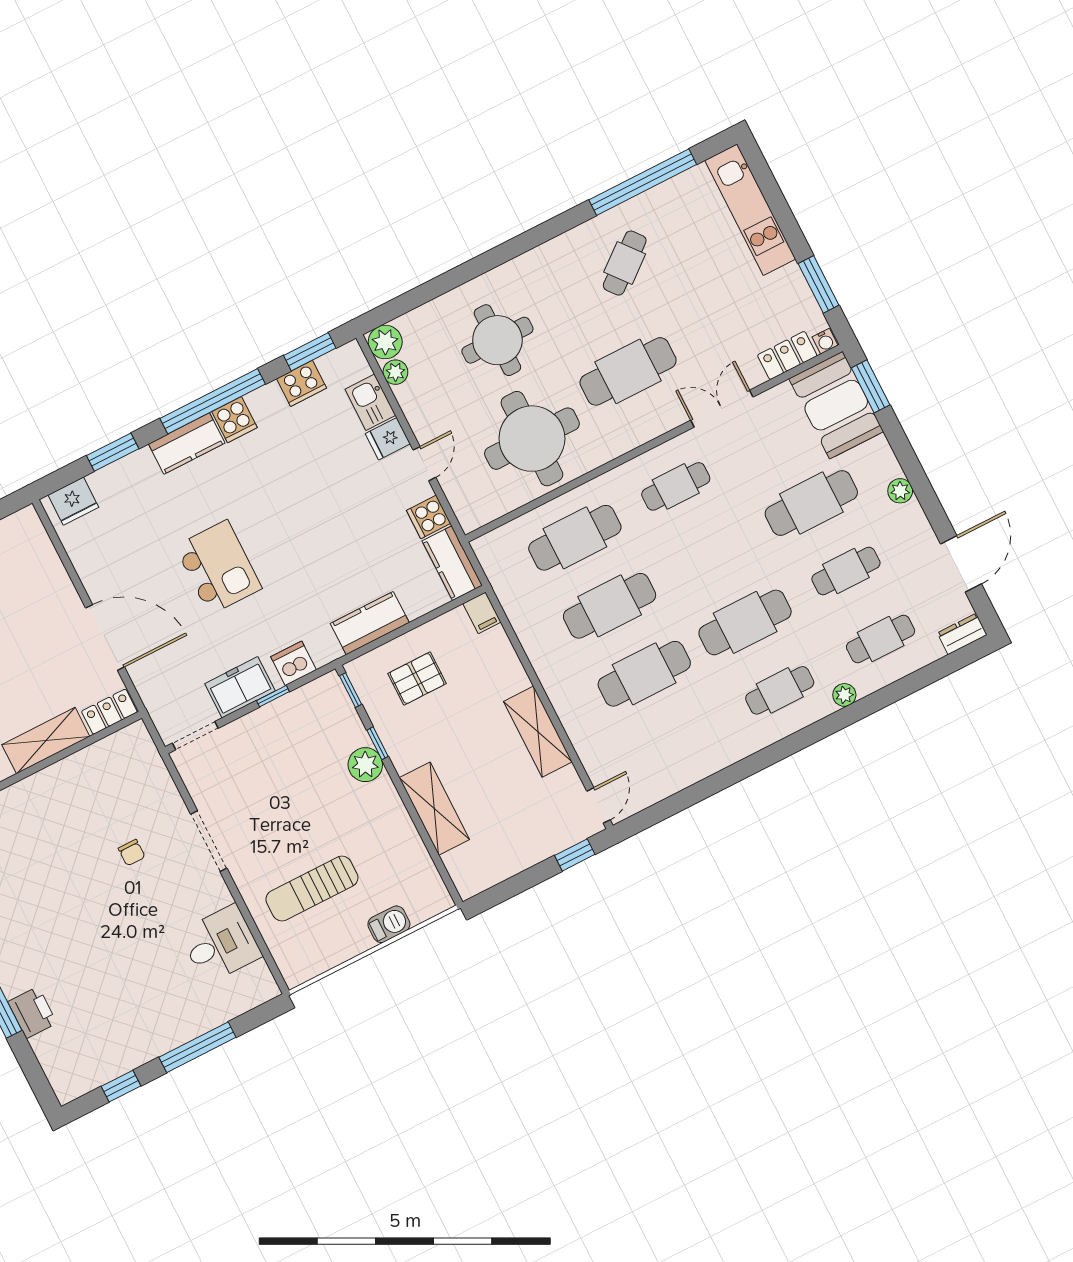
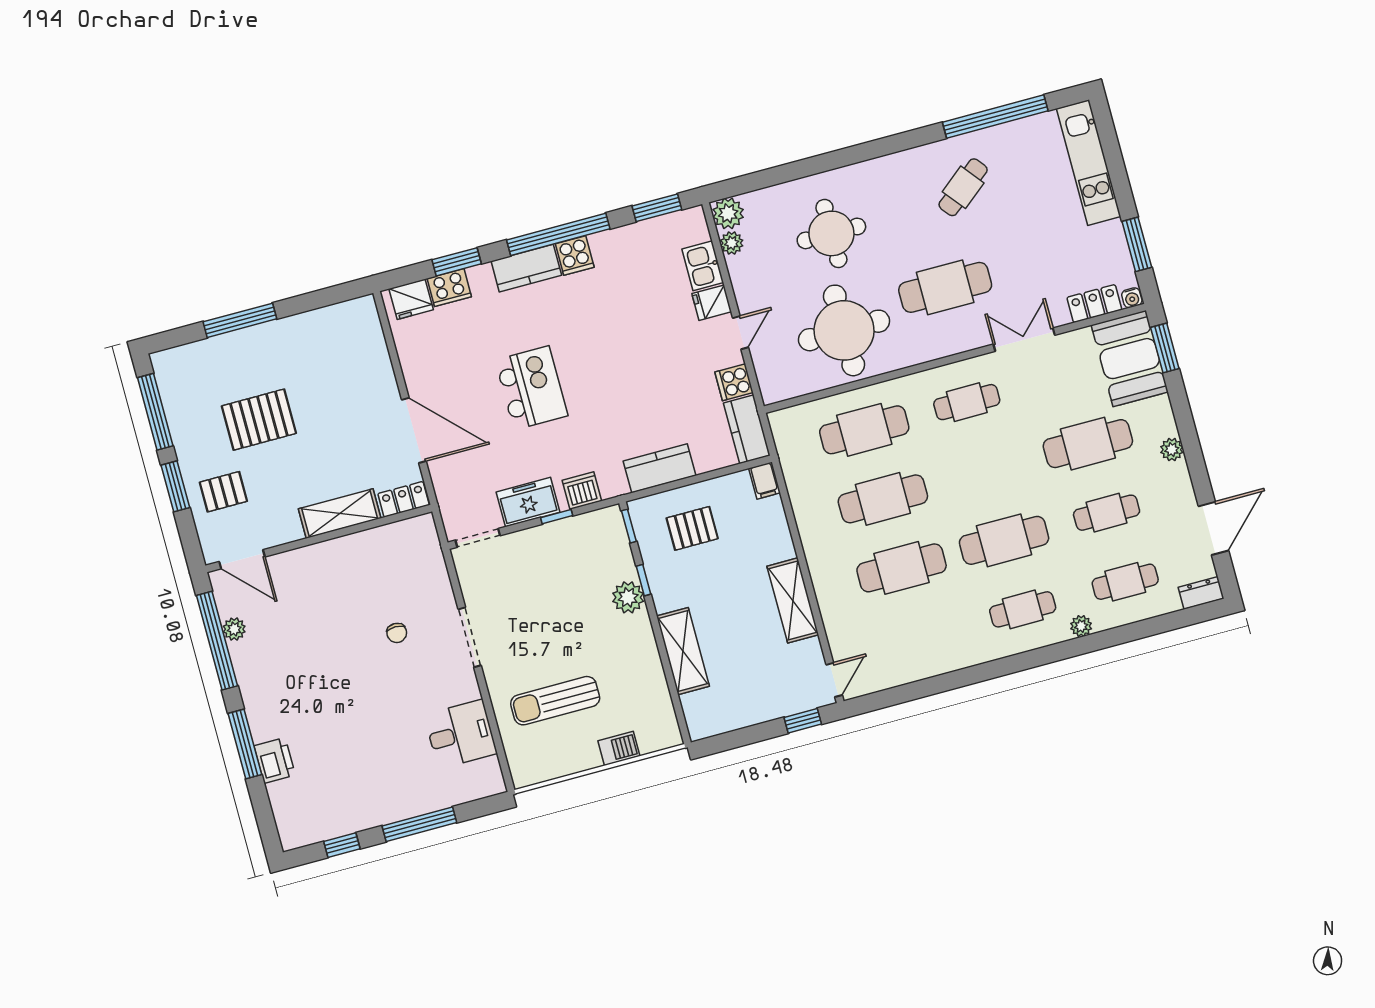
cooker: (301, 383) -> (449, 288), moved

